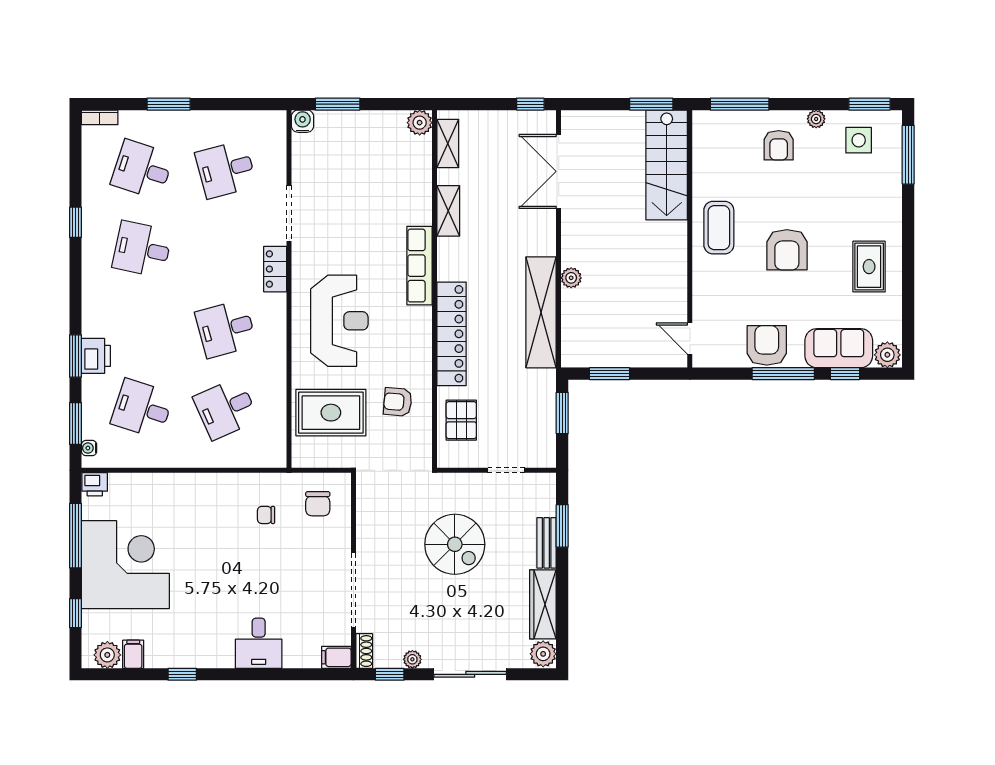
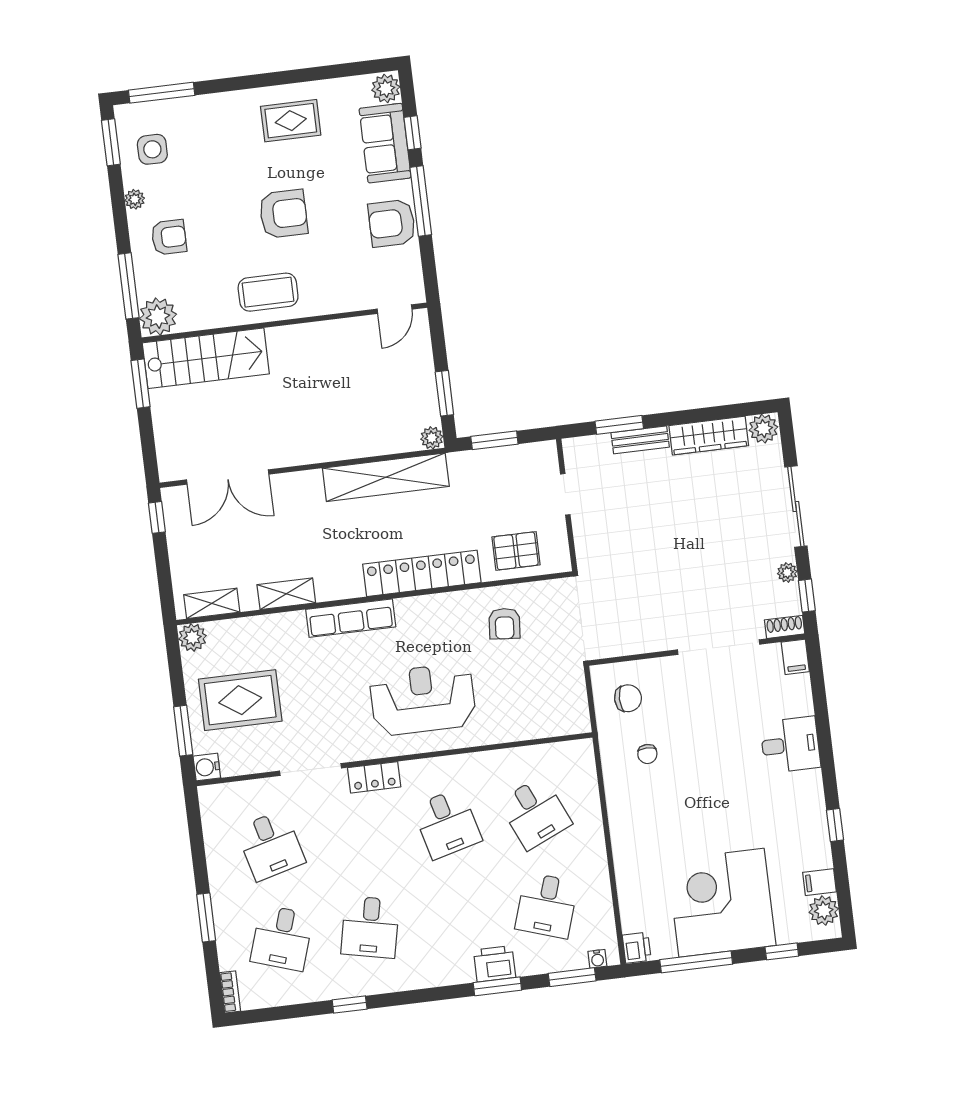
plant: (709, 127) -> (158, 317), added
plant: (571, 278) -> (432, 438), moved
rug: (331, 413) -> (240, 700), moved, turned 90
spiral stairs: (455, 544) -> (654, 541), removed

